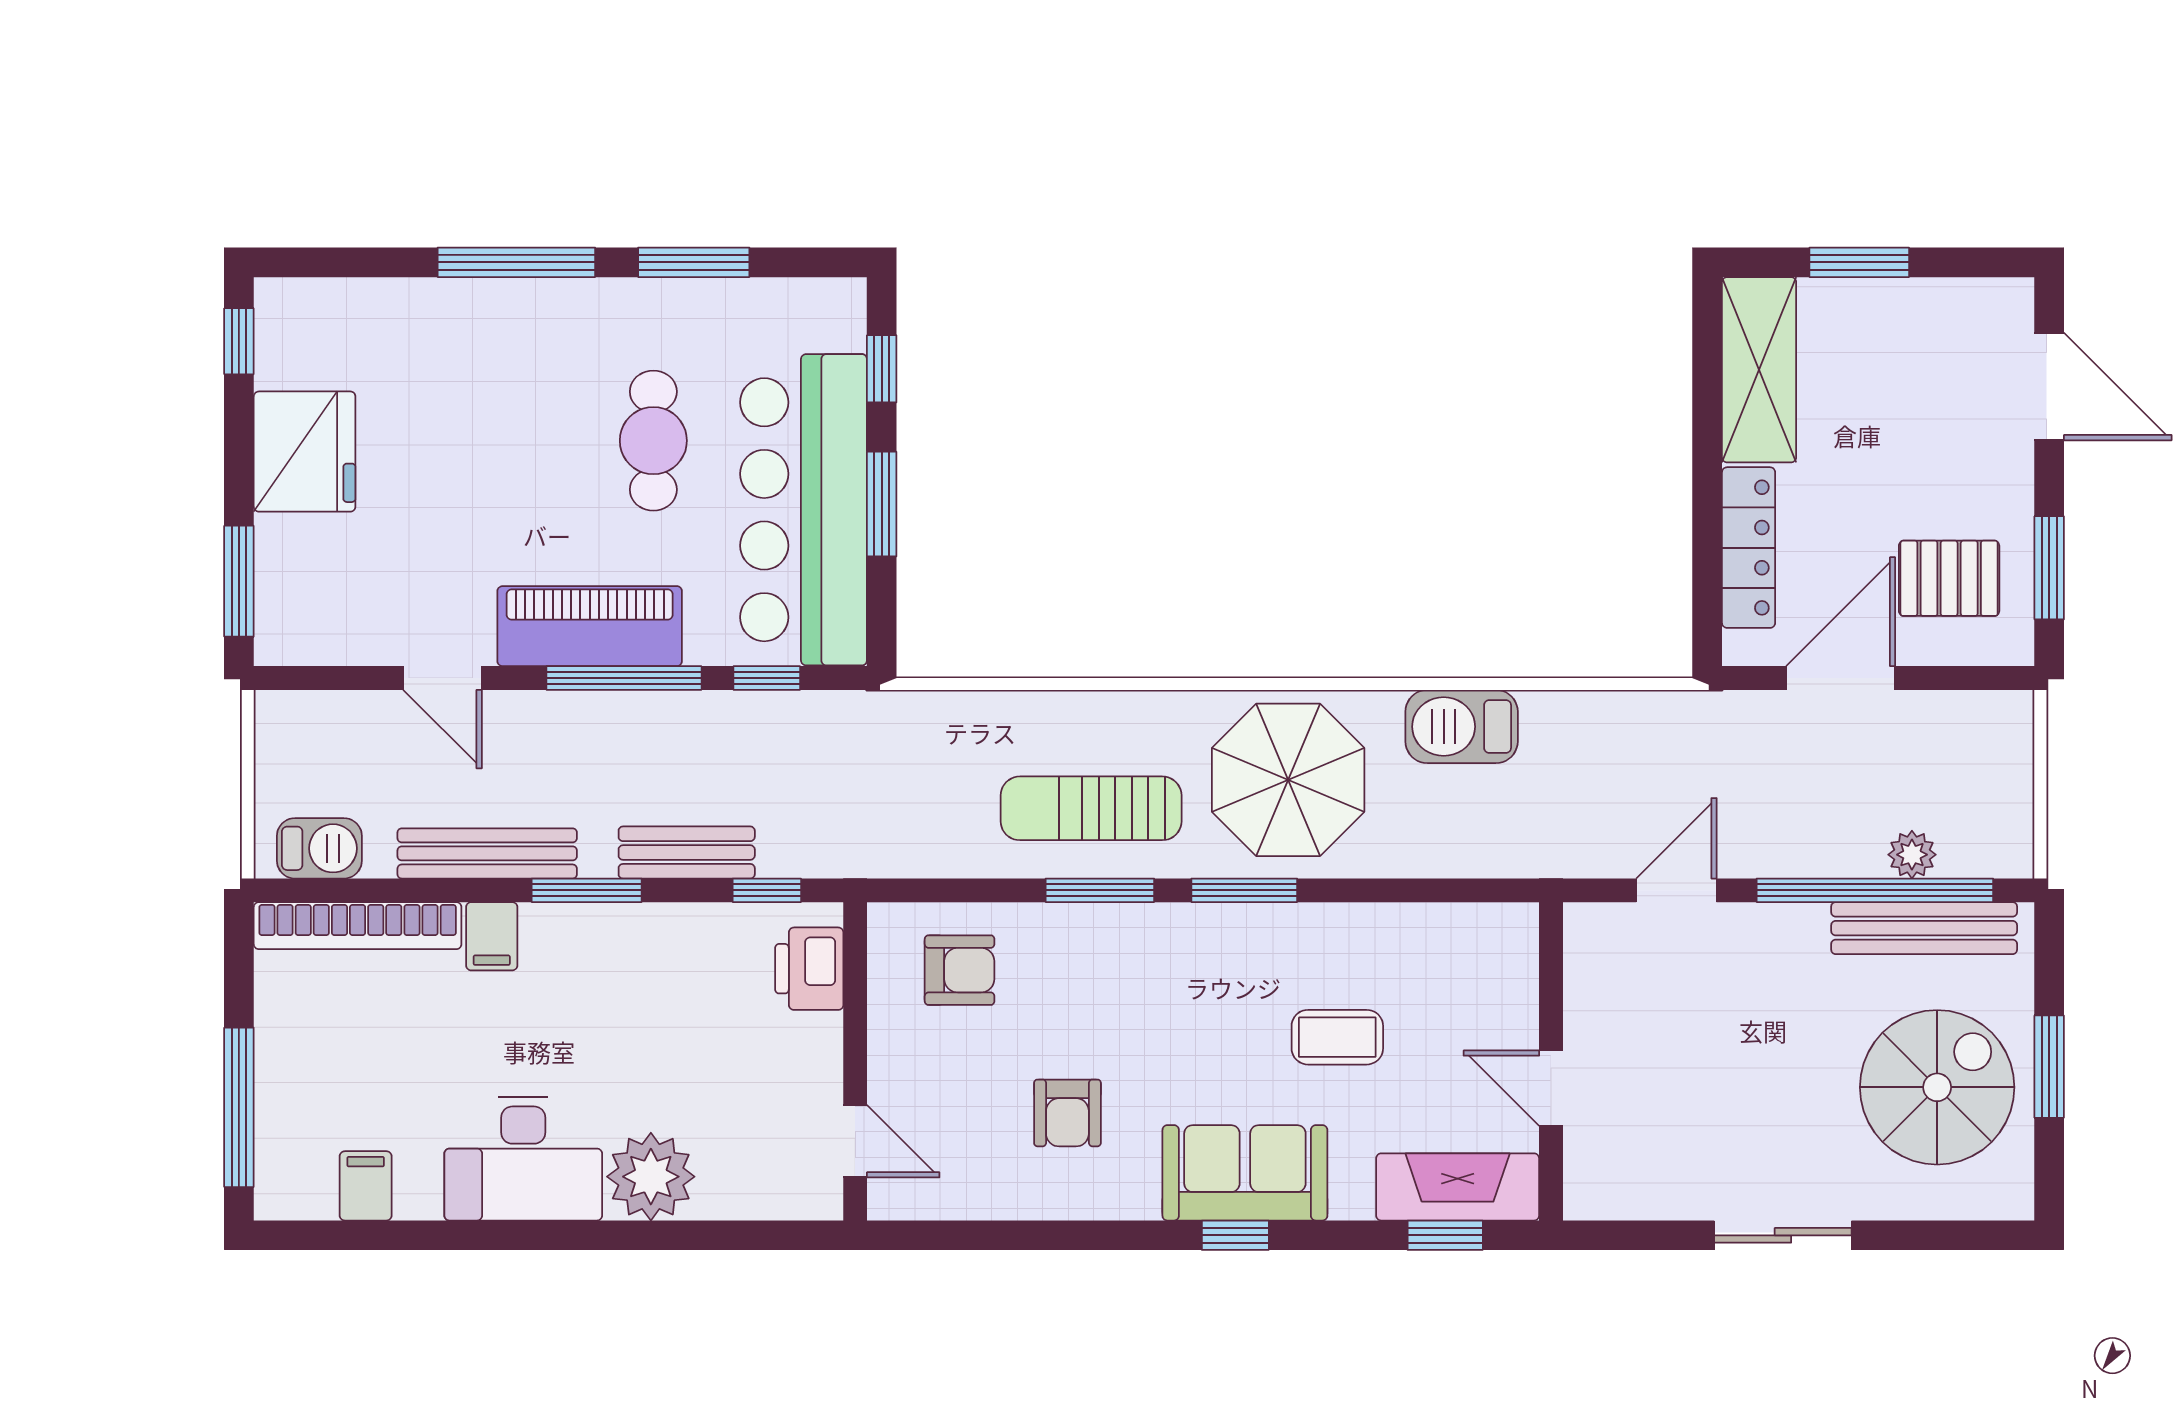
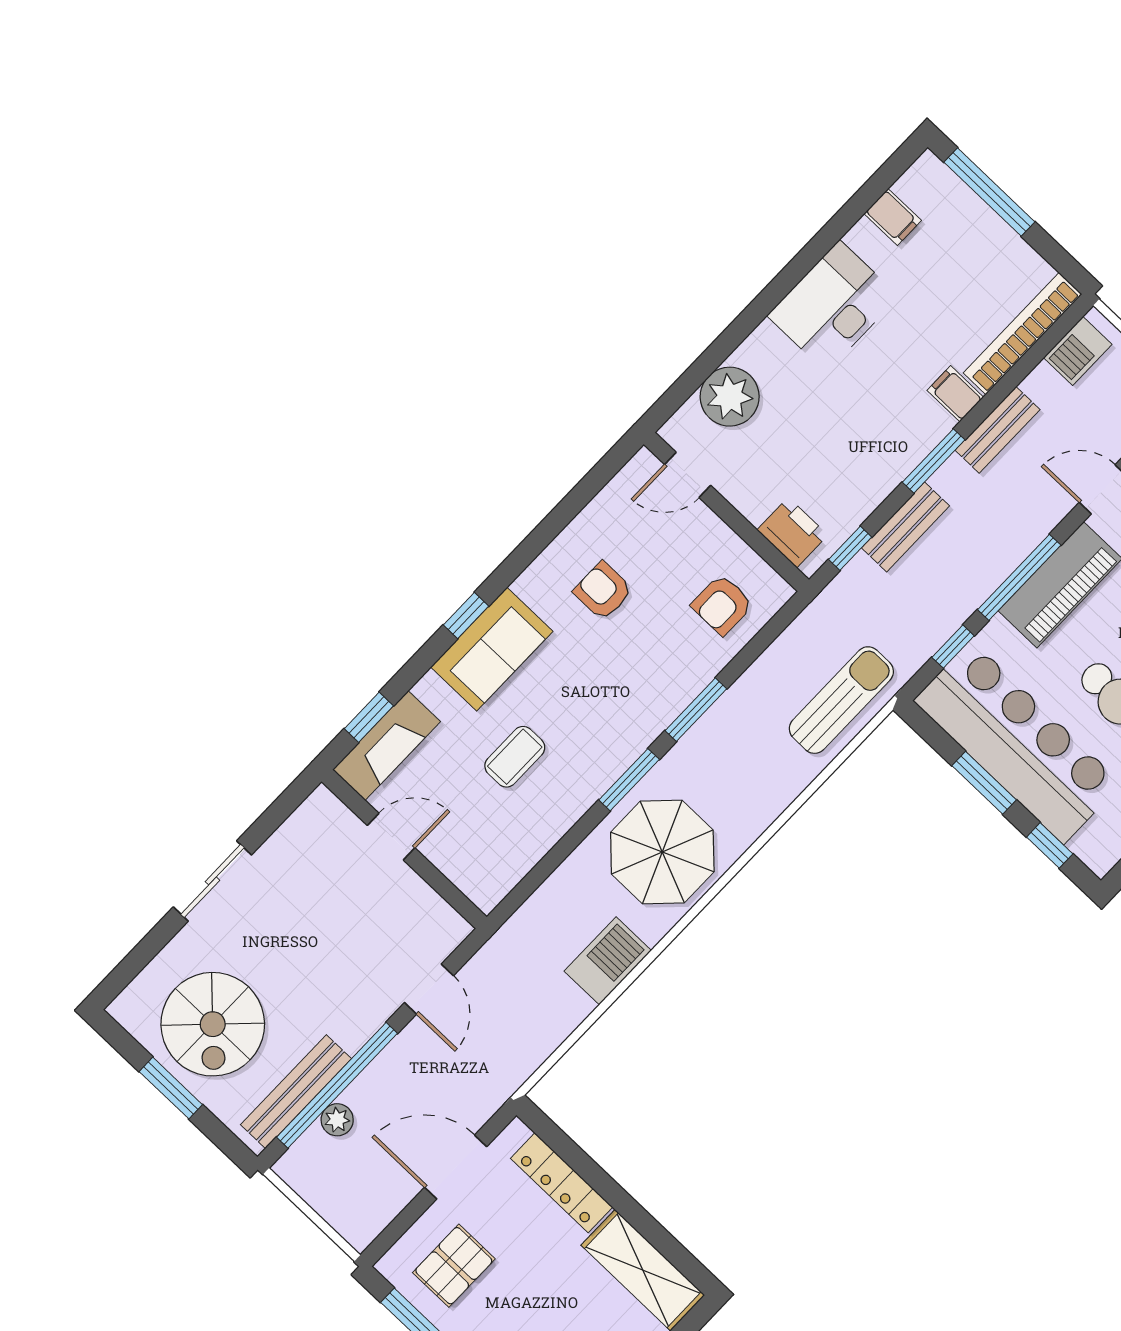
door: (1841, 678) -> (456, 1167), swing flipped
sun lounger: (1091, 808) -> (841, 700), moved
bench: (487, 853) -> (998, 430), width x0.73
plant: (651, 1177) -> (730, 397), moved

